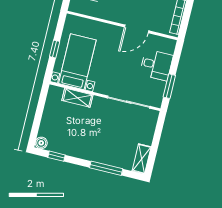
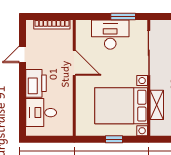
bed with nightstands: (77, 62) -> (121, 106), width x1.36
desk: (156, 65) -> (110, 35), width x1.37

